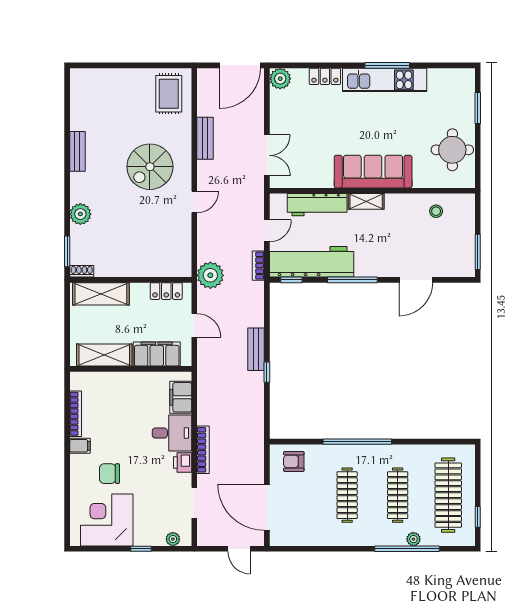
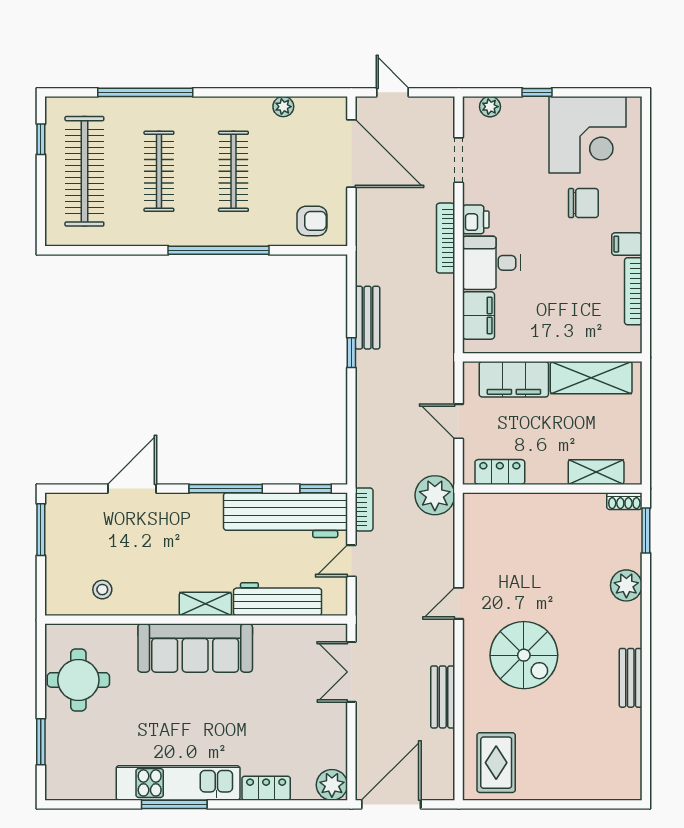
spiral stairs: (150, 167) -> (524, 655), turned 90
shelving: (101, 294) -> (596, 472), width x0.67, depth x0.75
bench: (256, 349) -> (368, 318), moved
plant: (413, 539) -> (283, 107), moved

